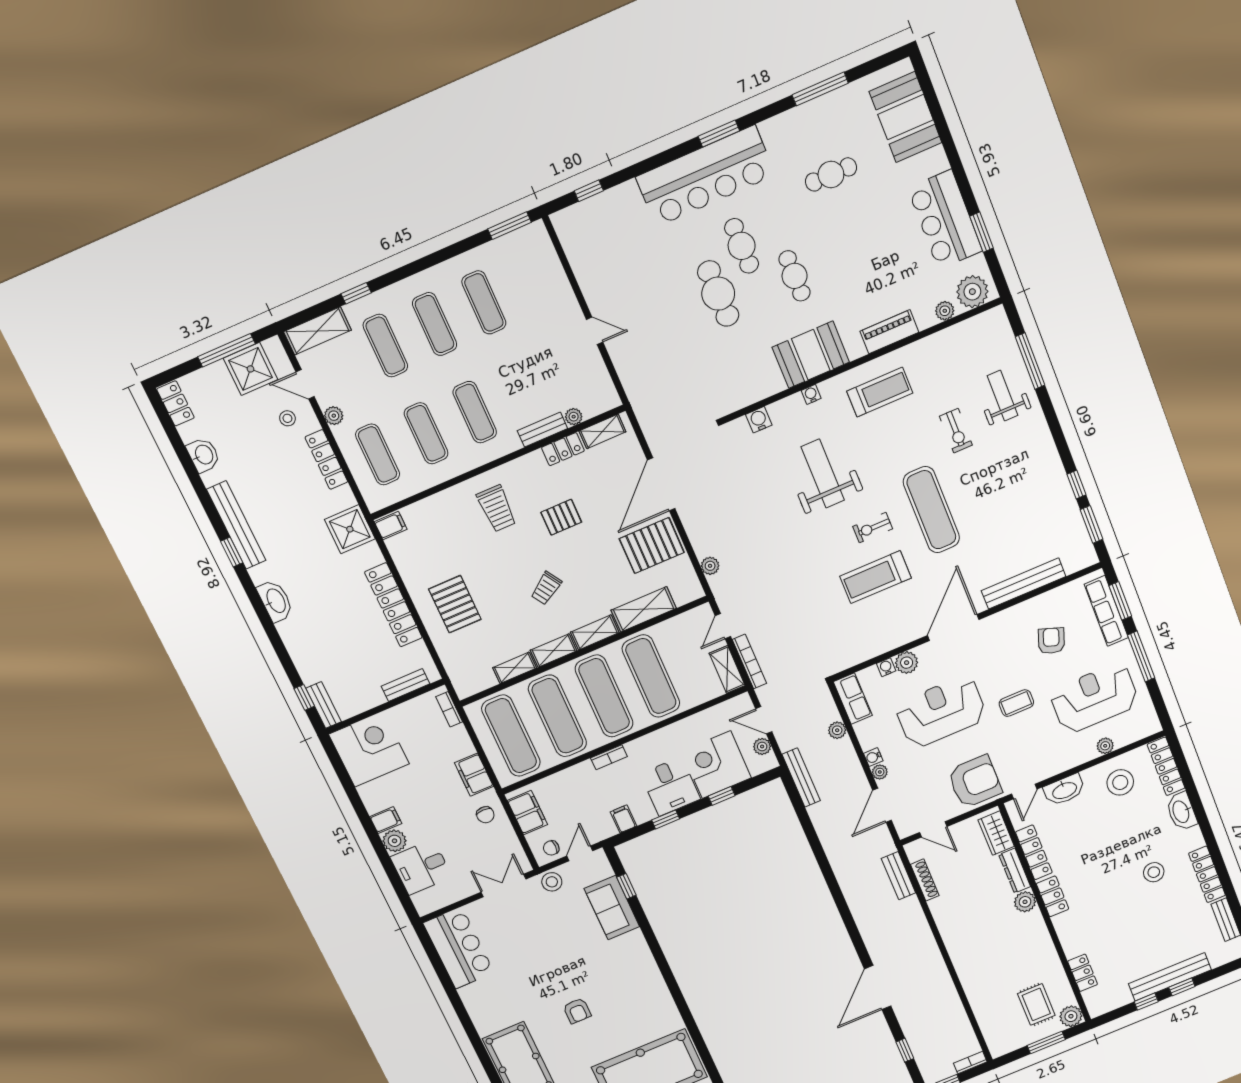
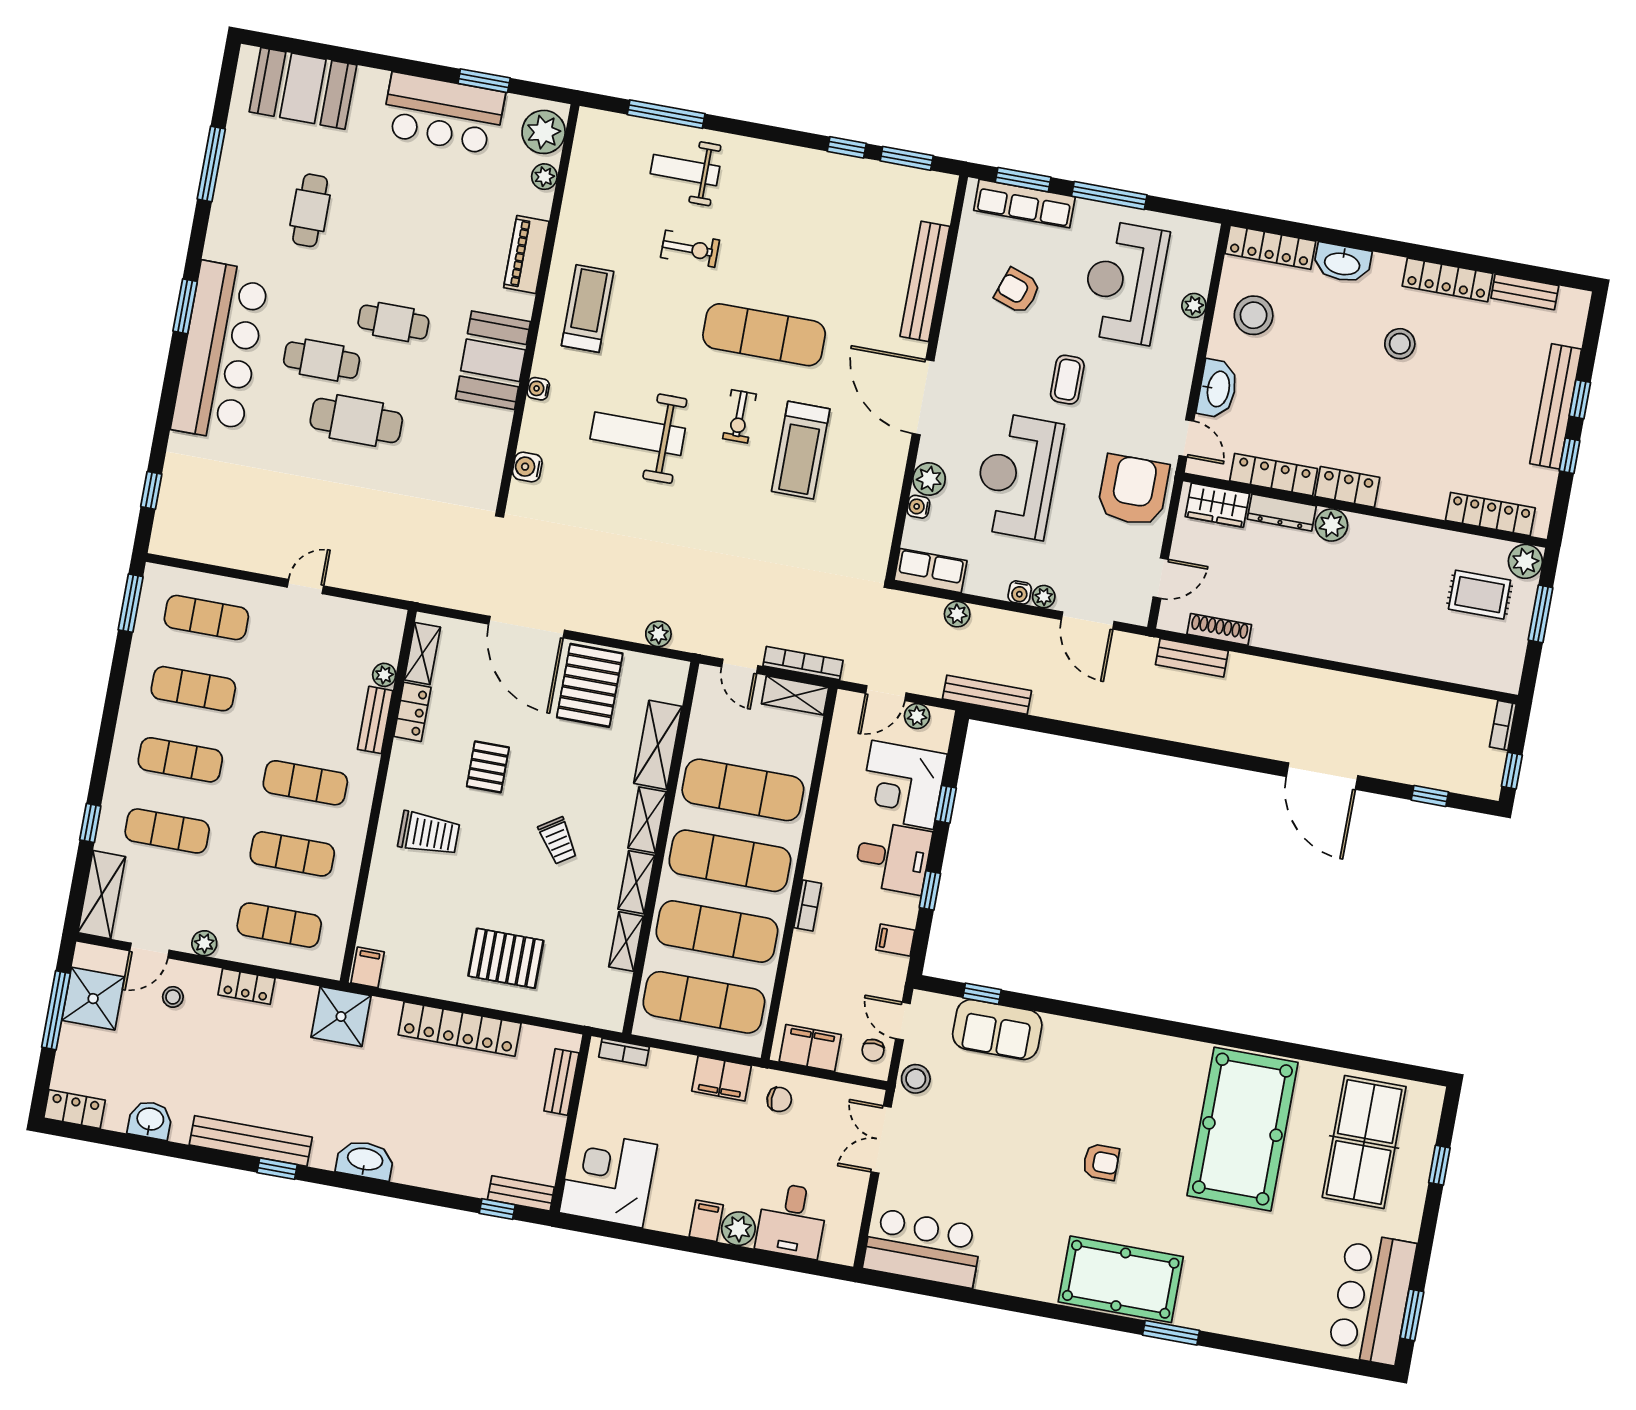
exercise mat: (533, 281) -> (206, 618), added
locker: (326, 459) -> (246, 986), width x0.66
locker: (1083, 973) -> (1490, 514), width x1.53

